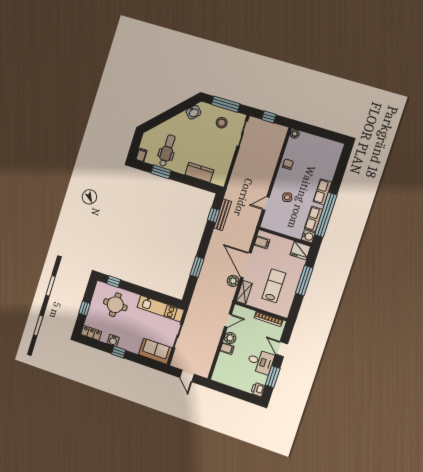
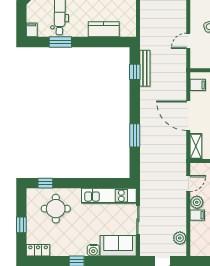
plant: (233, 281) -> (180, 238), moved
water cooler: (113, 341) -> (93, 250), moved

